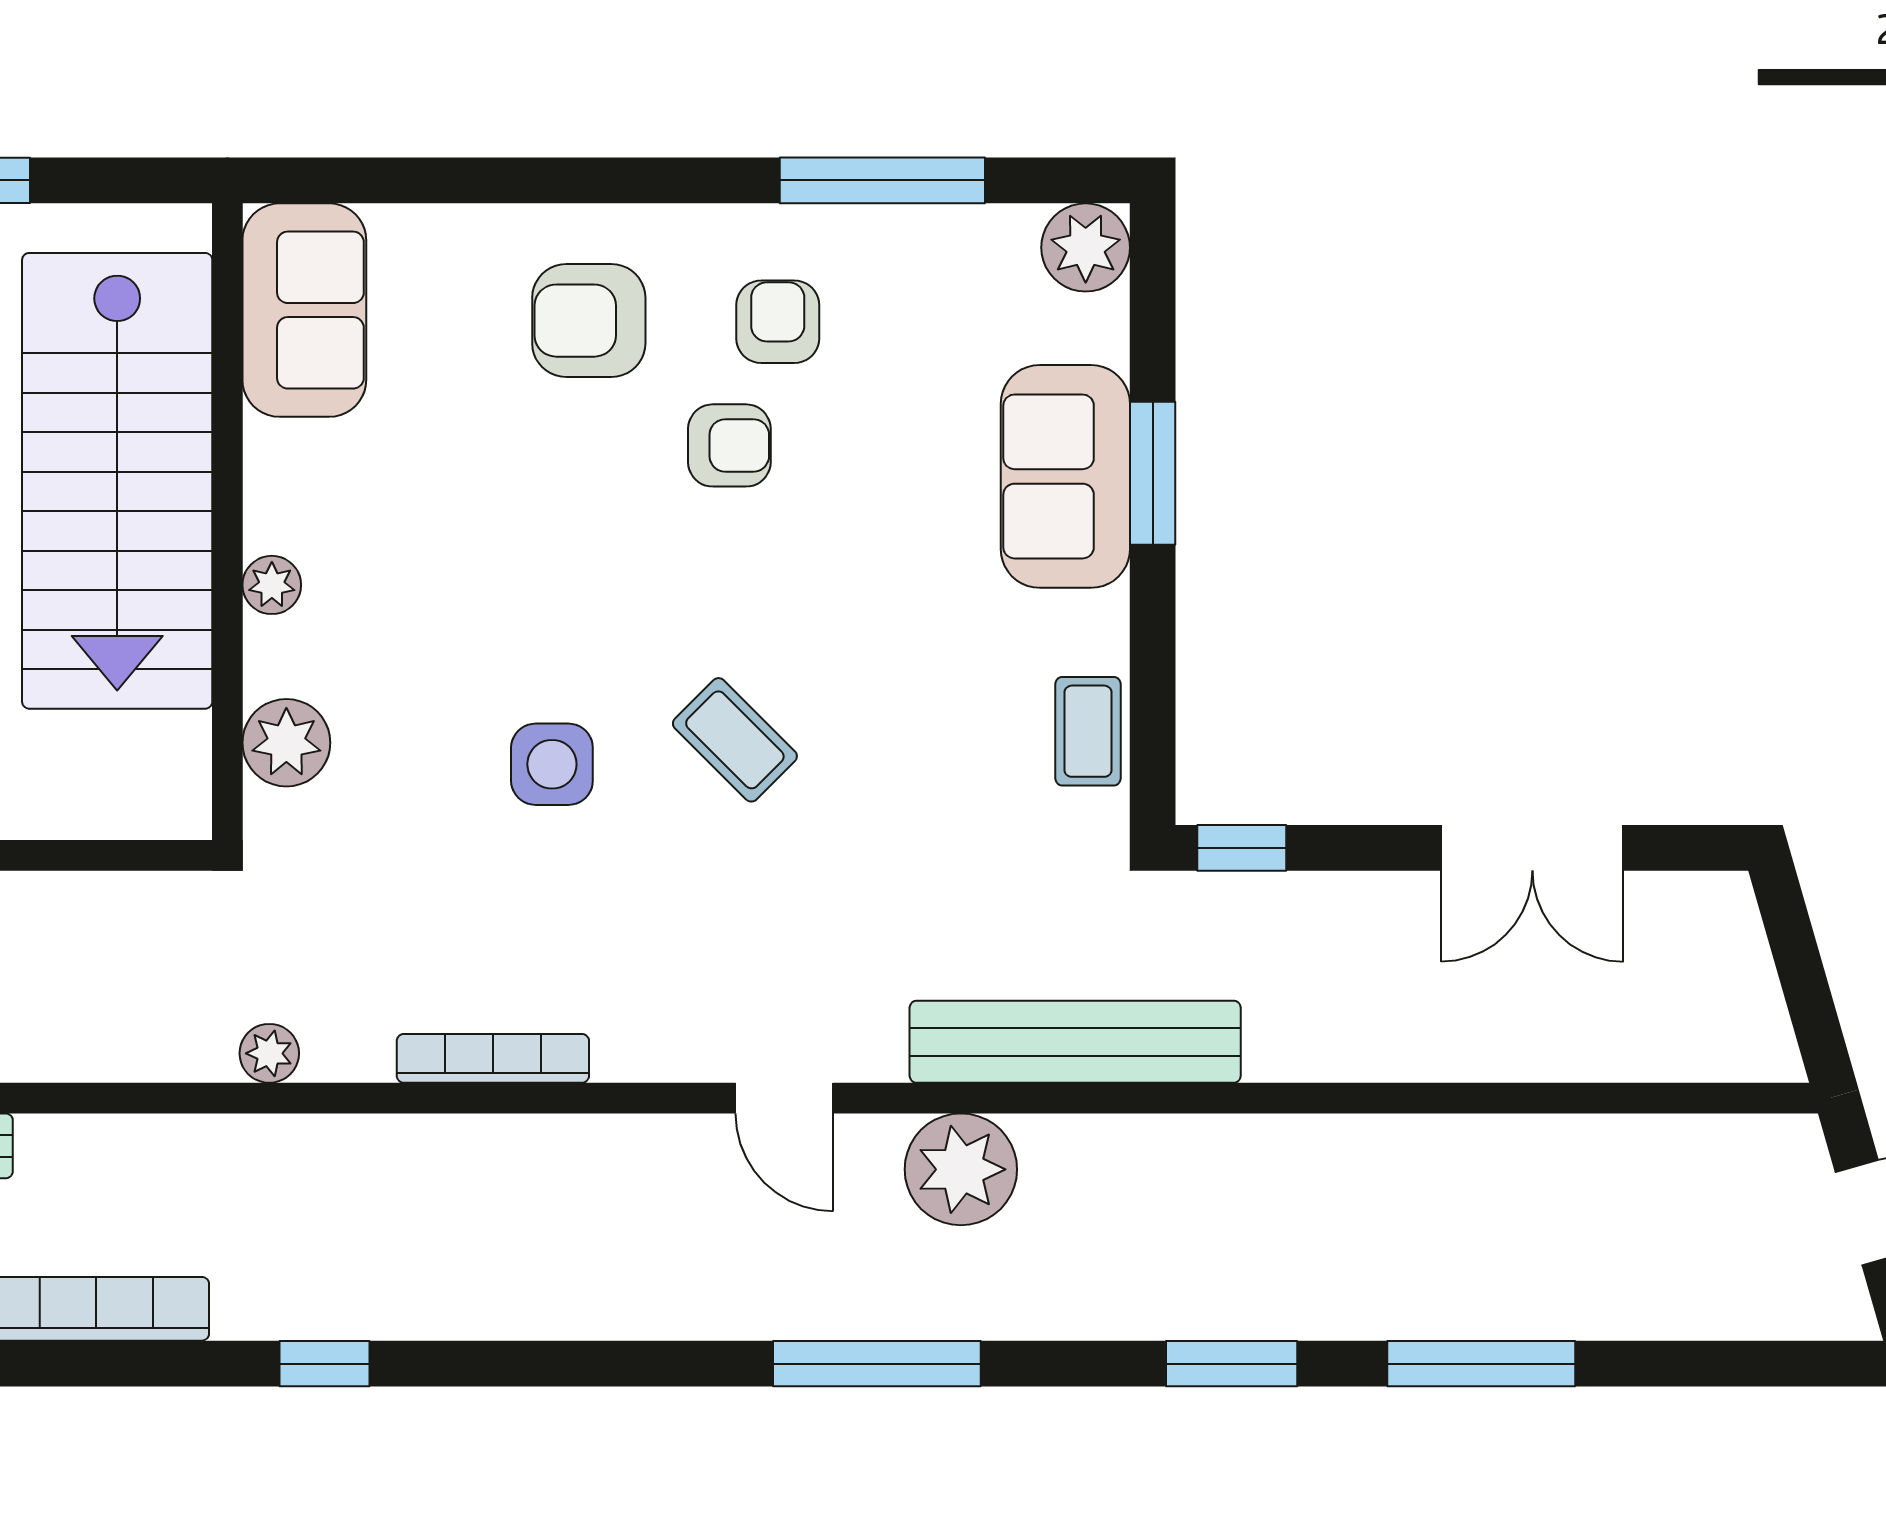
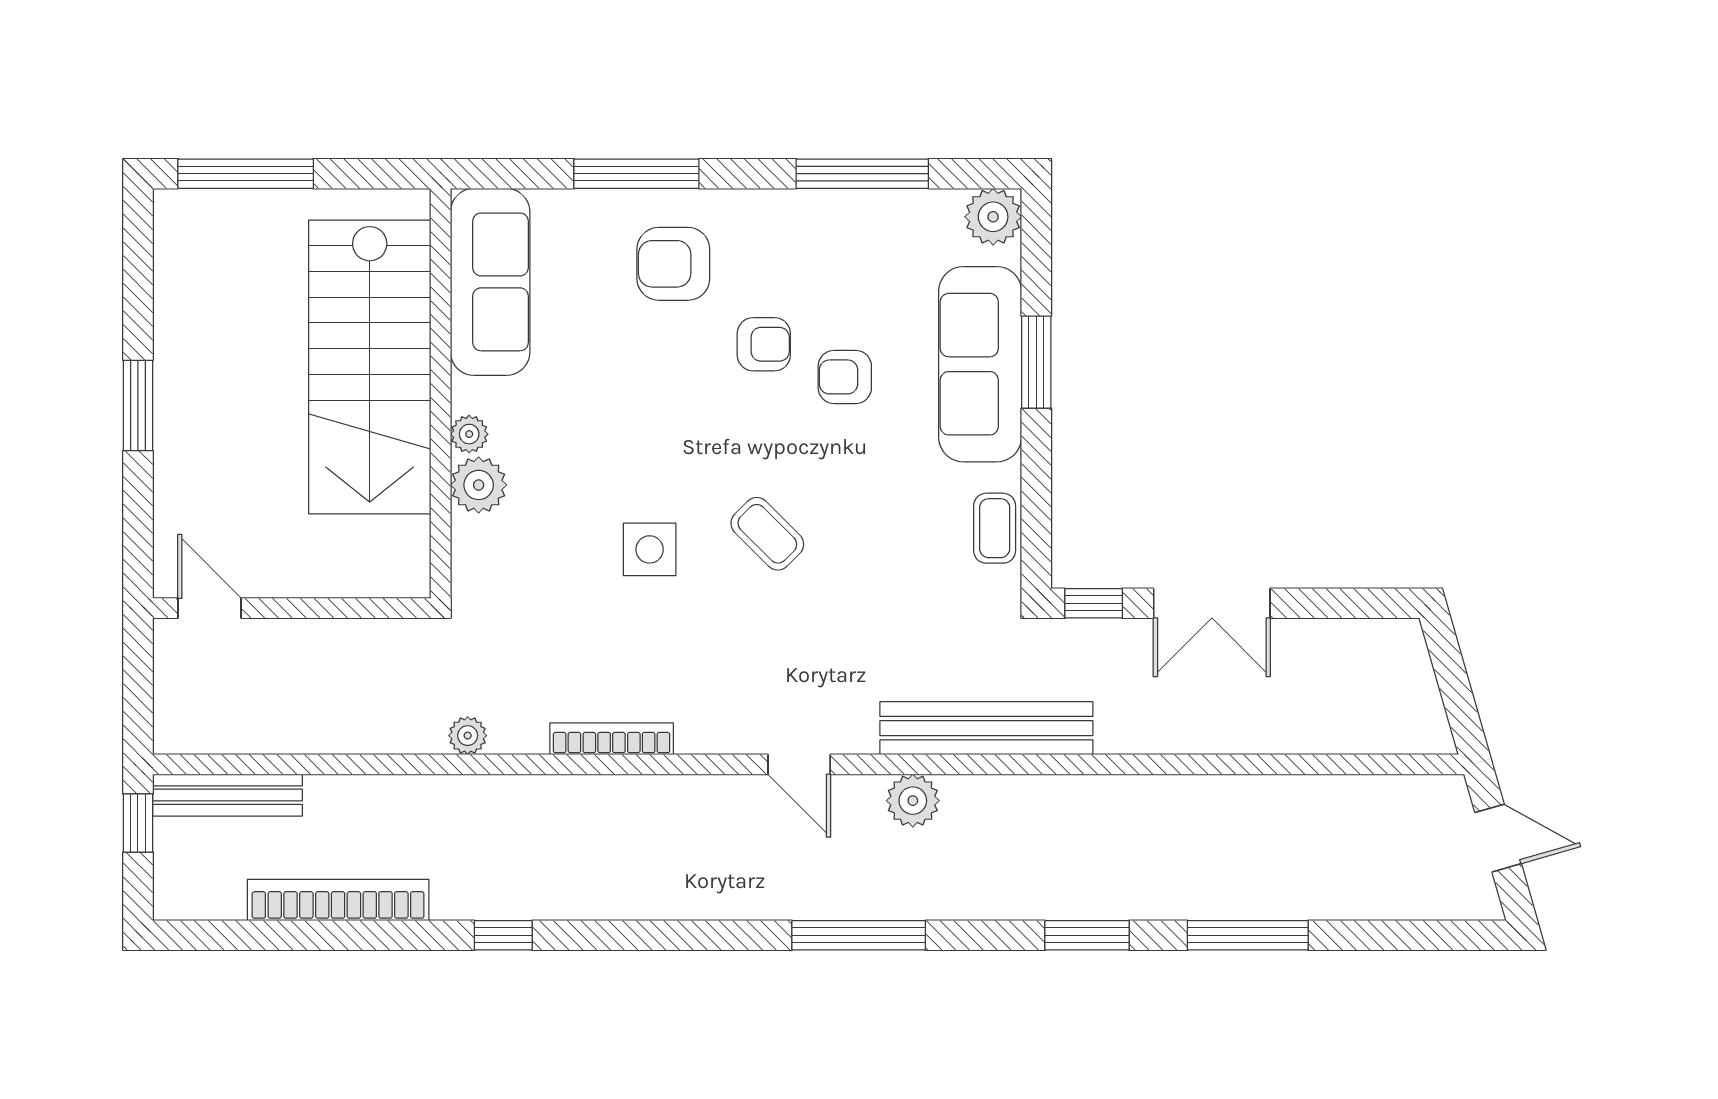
window: (531, 180) -> (636, 174), added
sofa: (304, 310) -> (490, 282), width x1.36
armchair: (778, 322) -> (845, 377), moved, turned -90
sofa: (1065, 476) -> (980, 364), width x1.36
plant: (286, 743) -> (479, 485), moved
double door: (1532, 848) -> (1212, 603), moved
plant: (961, 1169) -> (913, 801), width x0.73, depth x0.73

